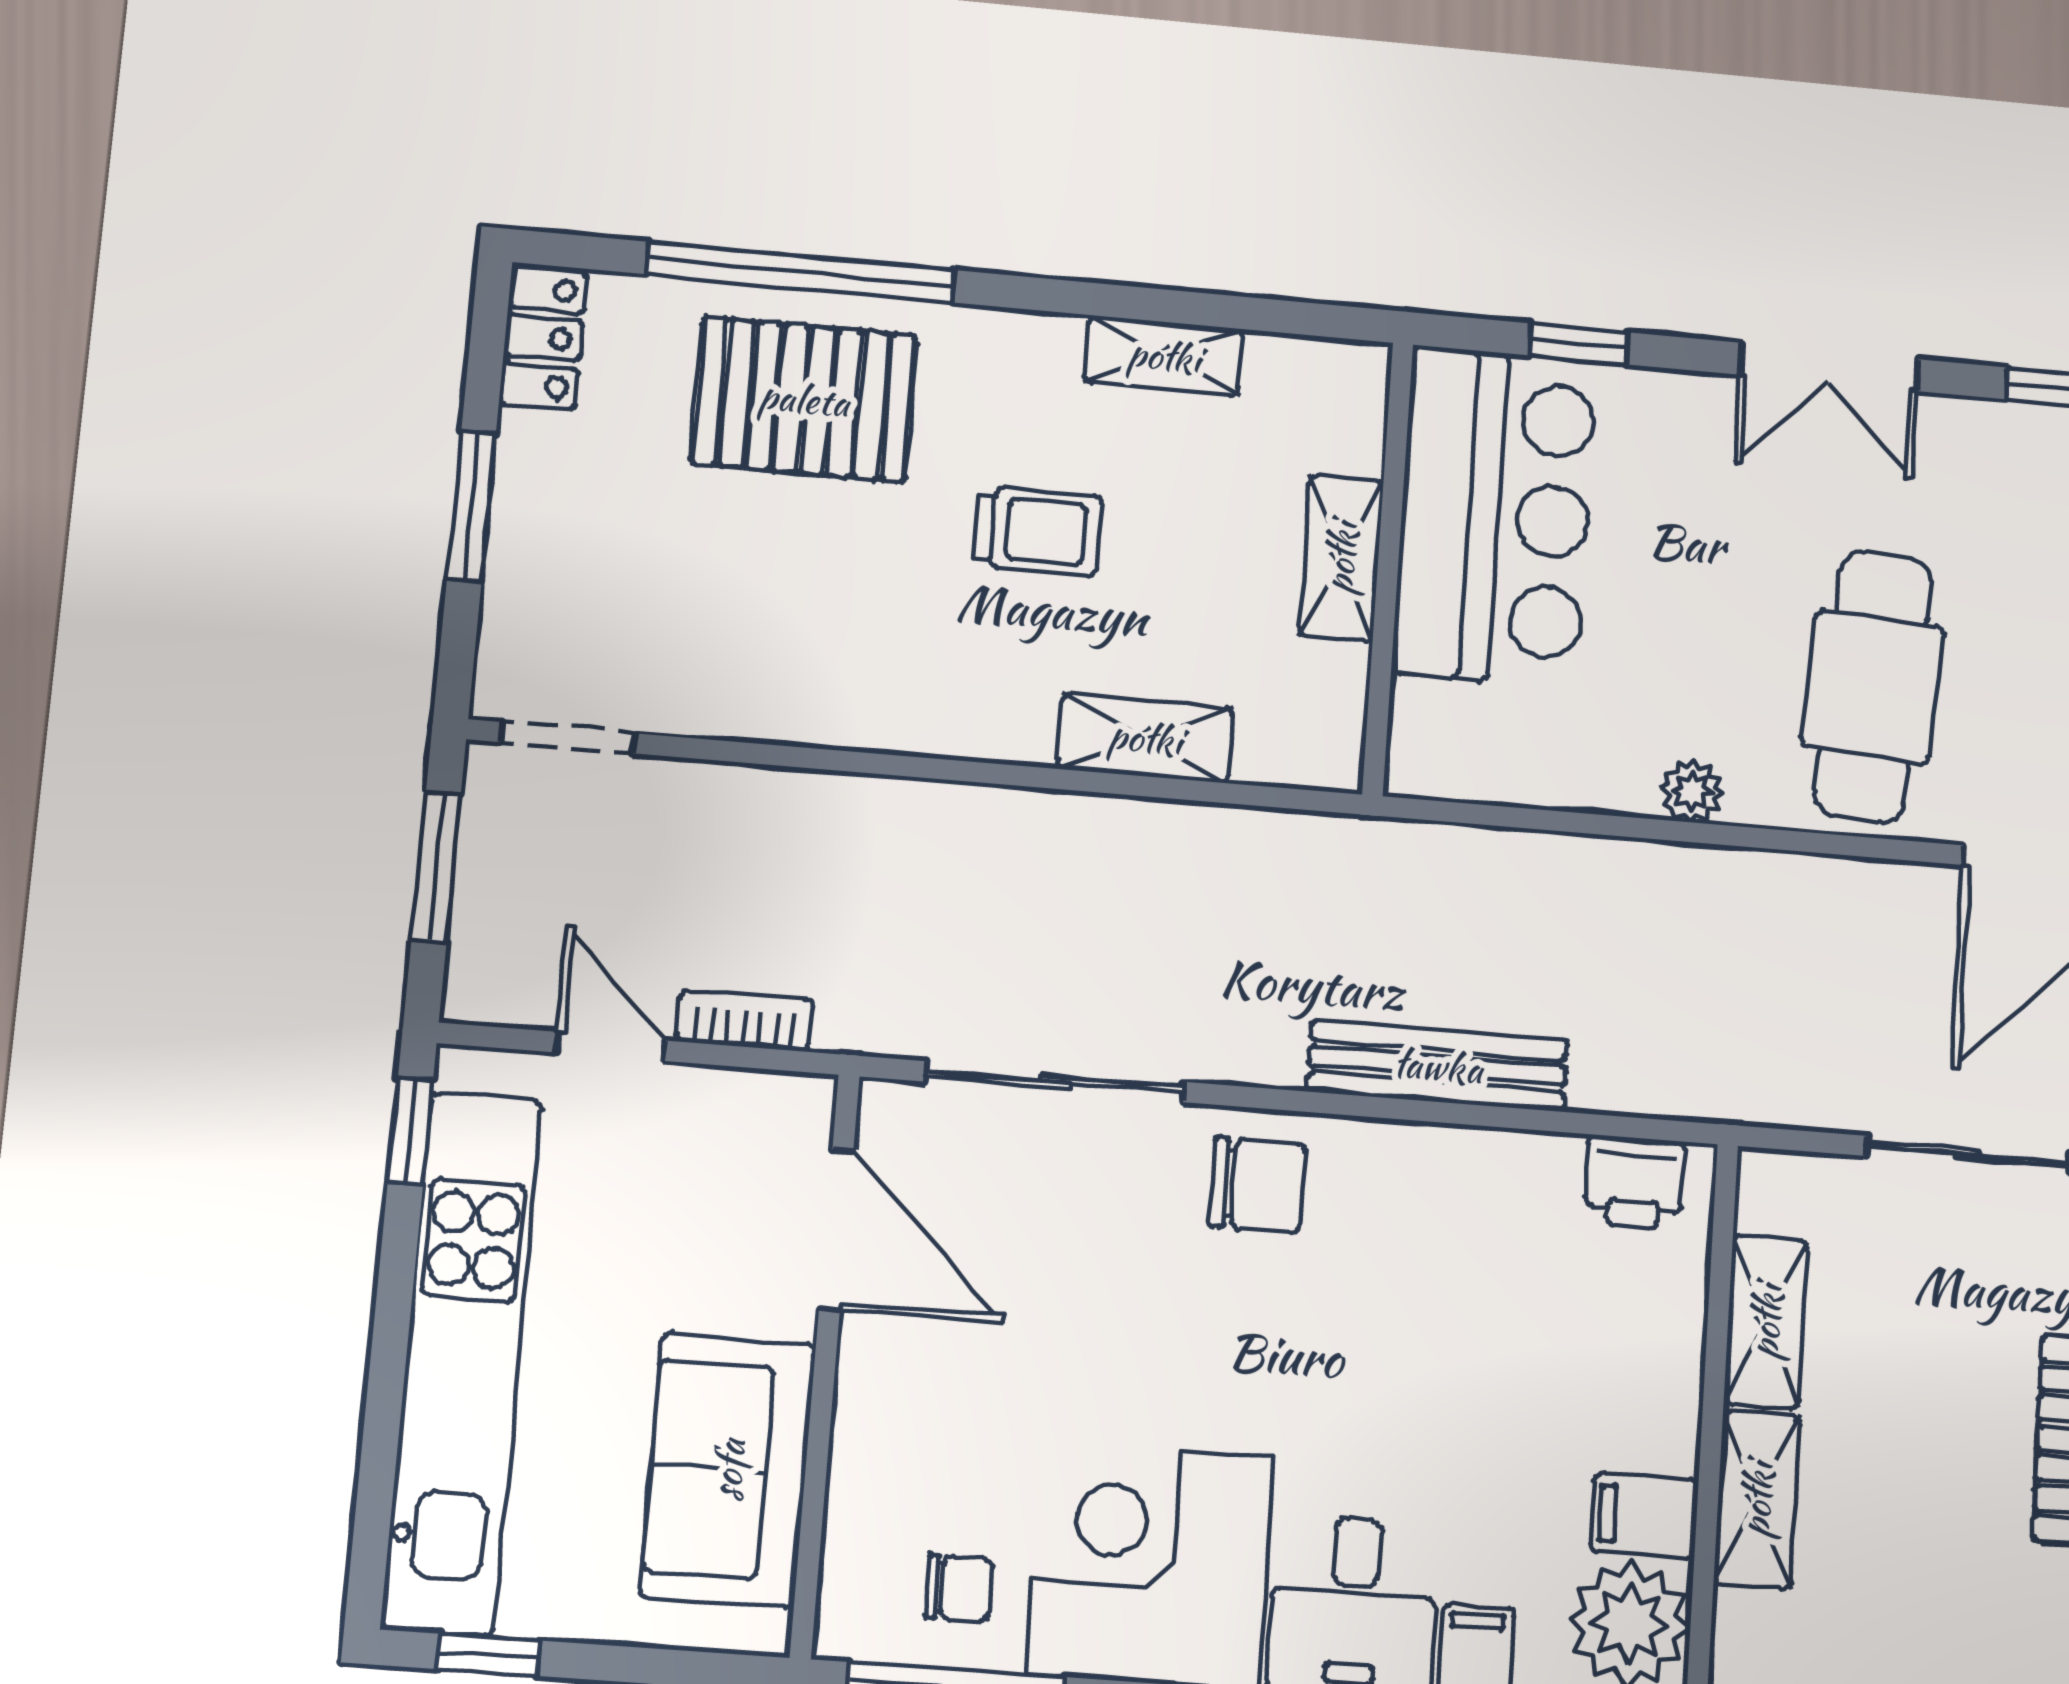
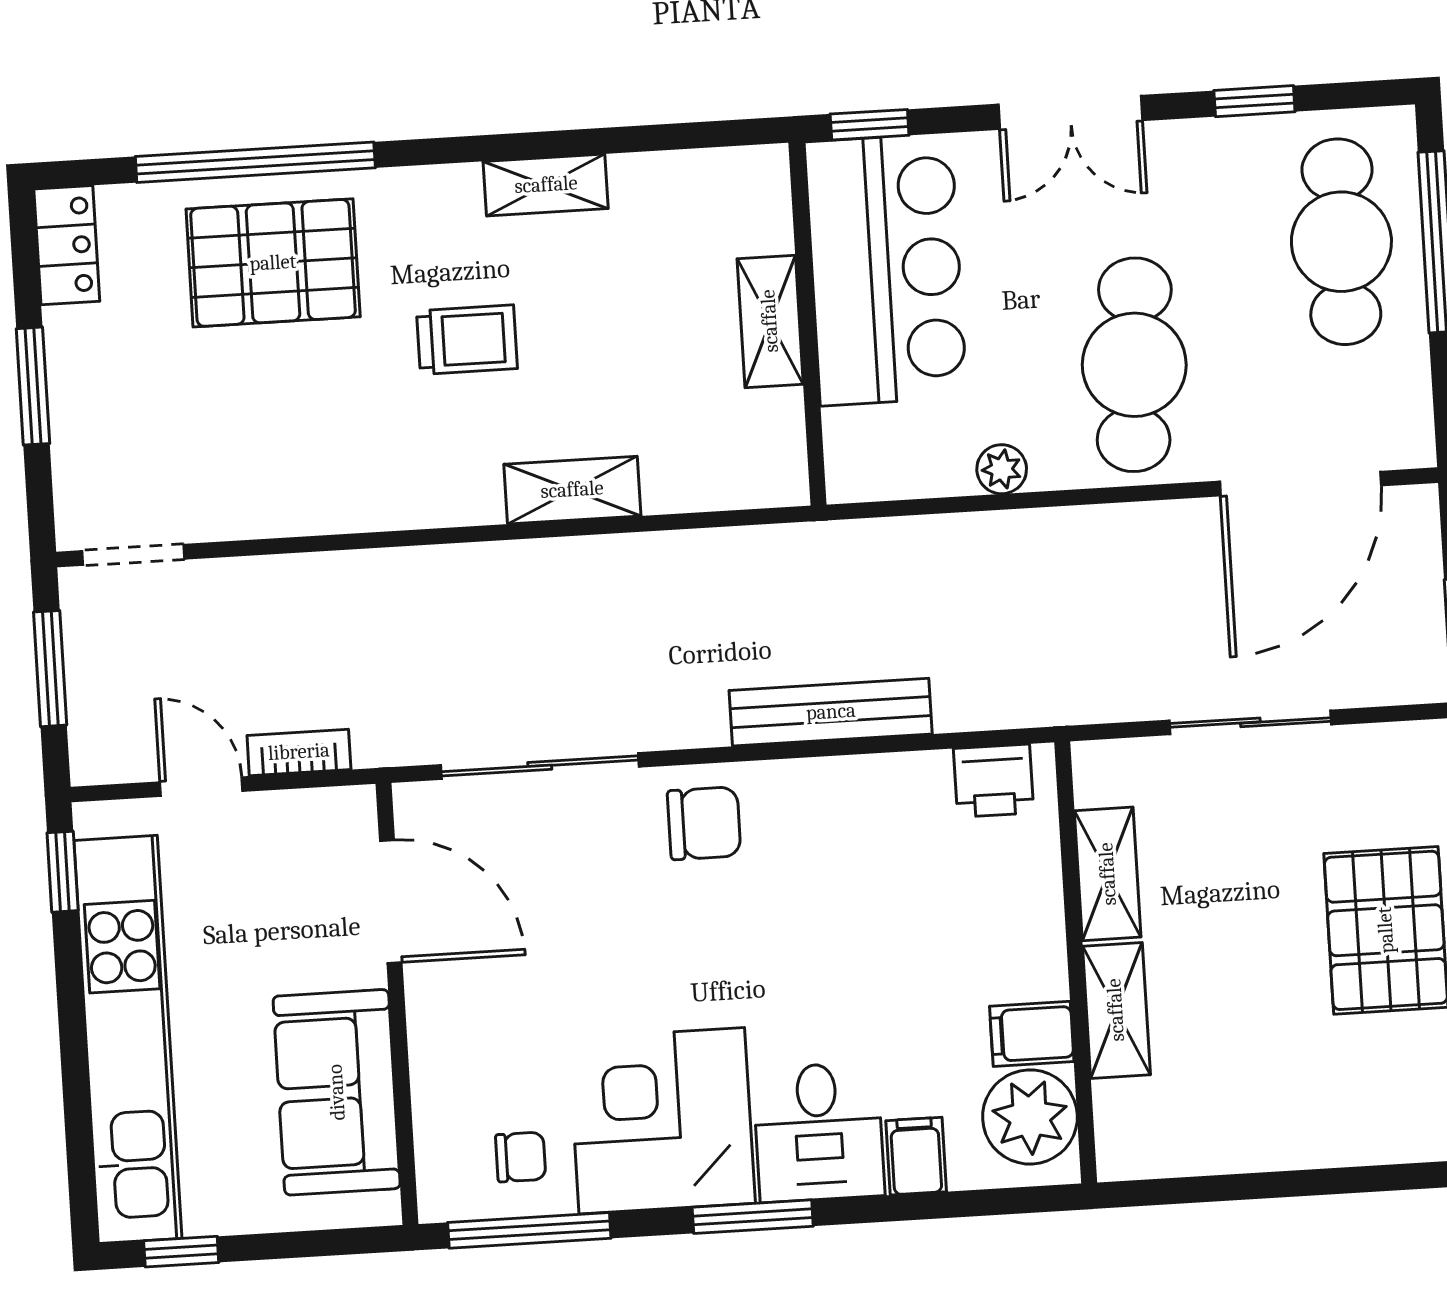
bar counter: (1495, 516) -> (886, 270), moved
shelving: (1341, 558) -> (770, 321), moved
wall: (1388, 568) -> (807, 324), moved

